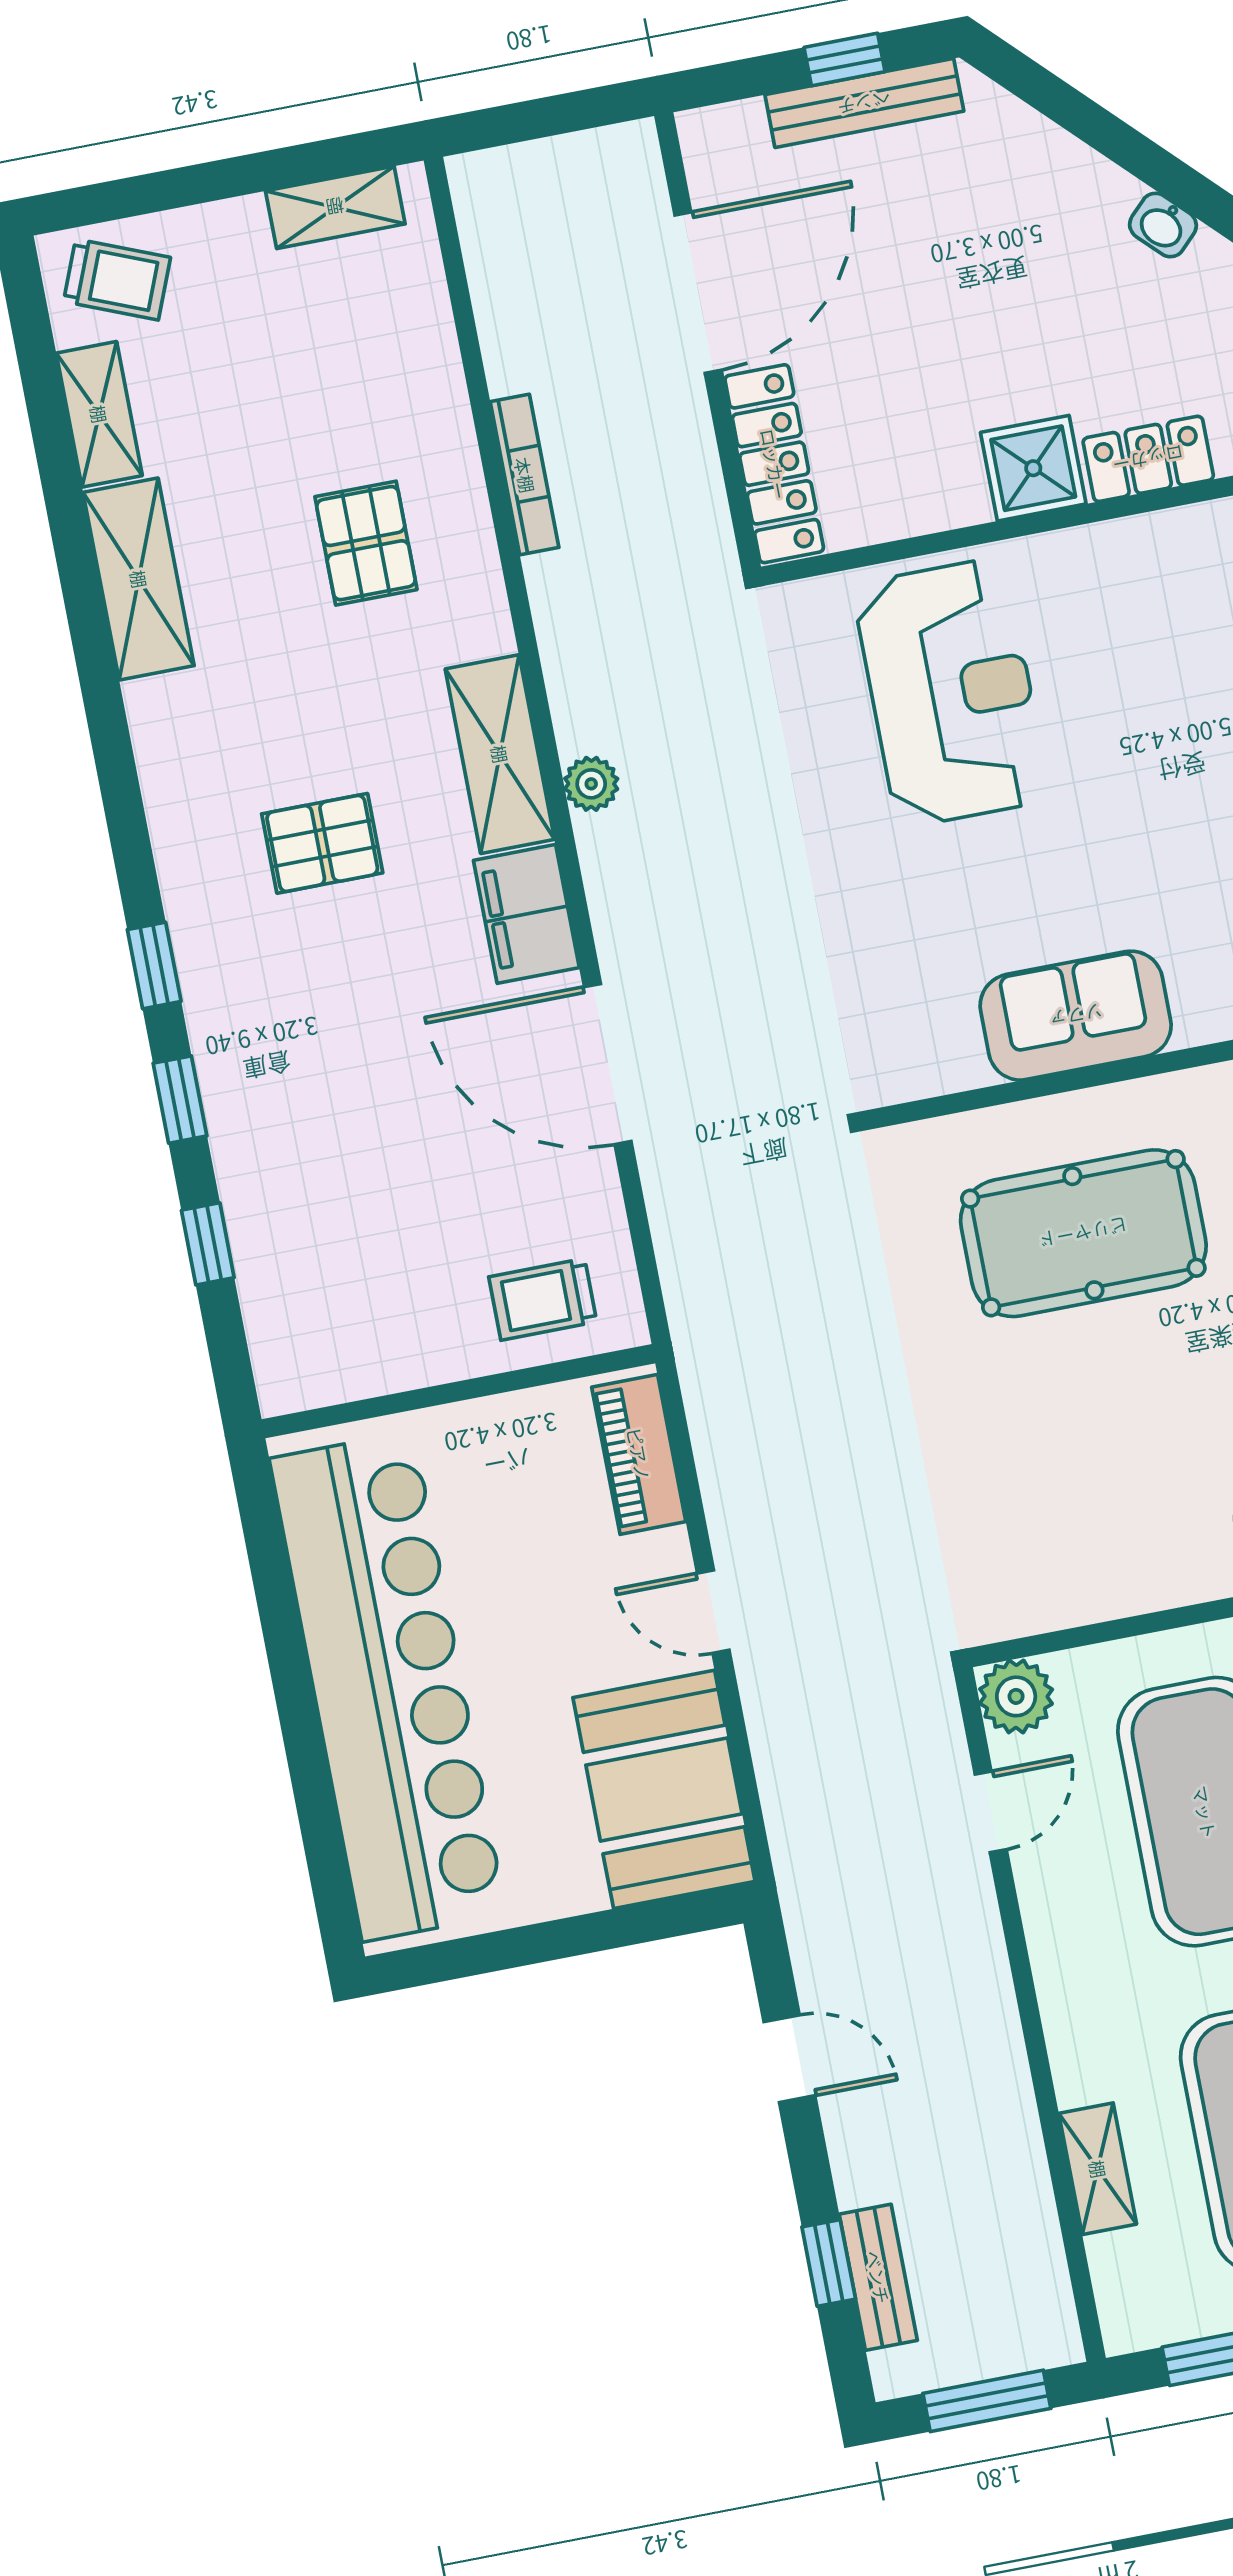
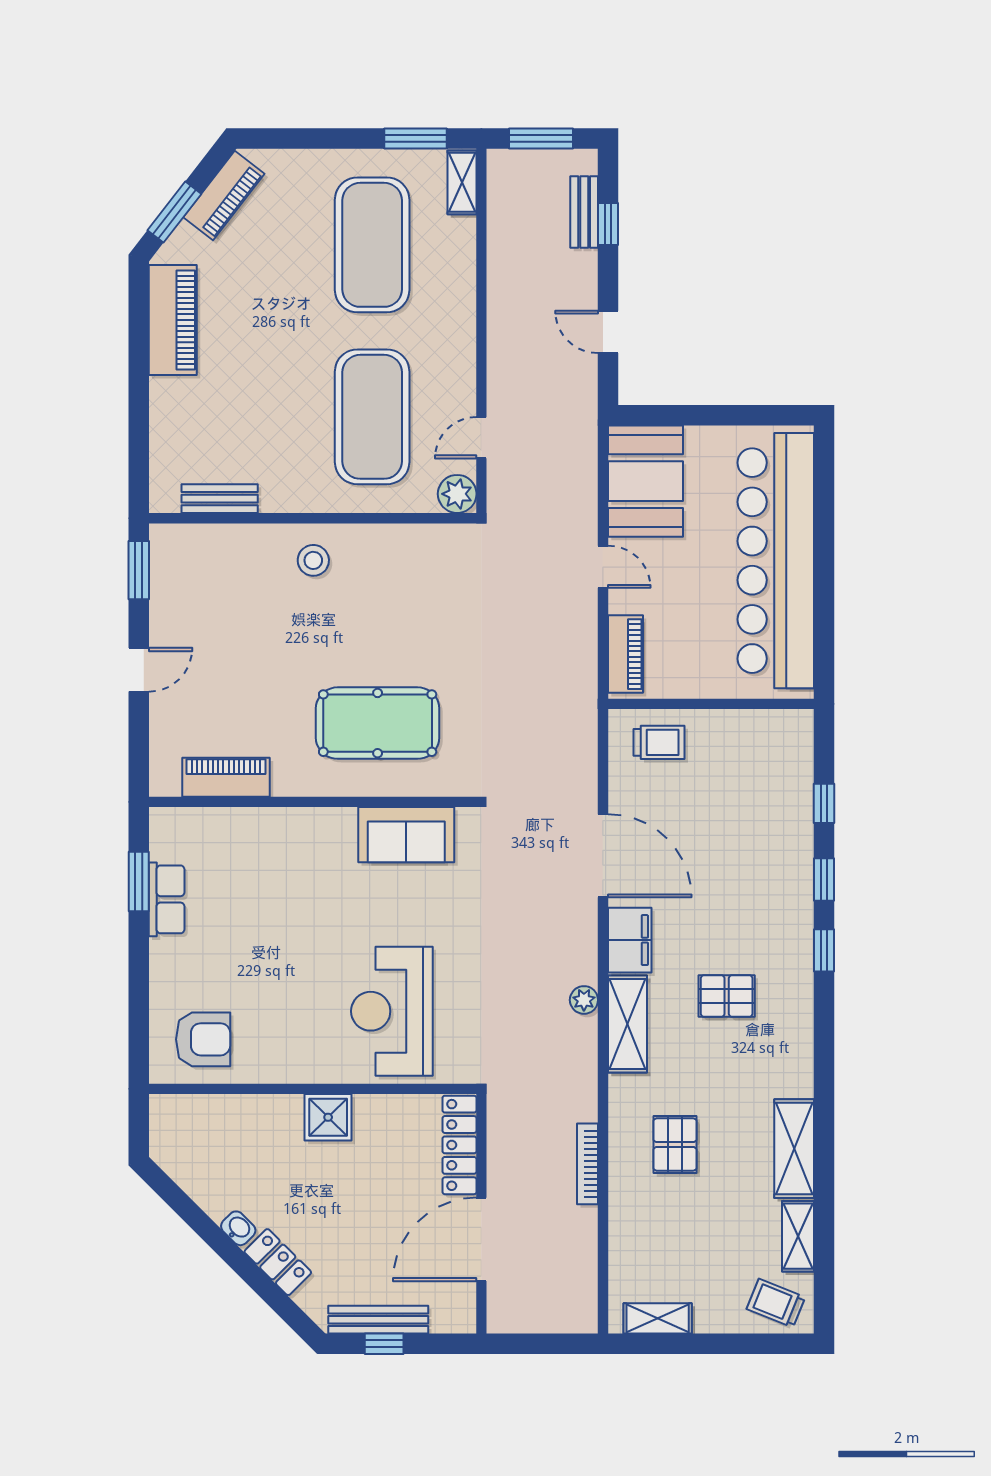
locker: (1148, 459) -> (278, 1262), moved, turned -135
sofa: (1076, 1016) -> (406, 835), moved
shelving: (1098, 2169) -> (462, 182), moved

